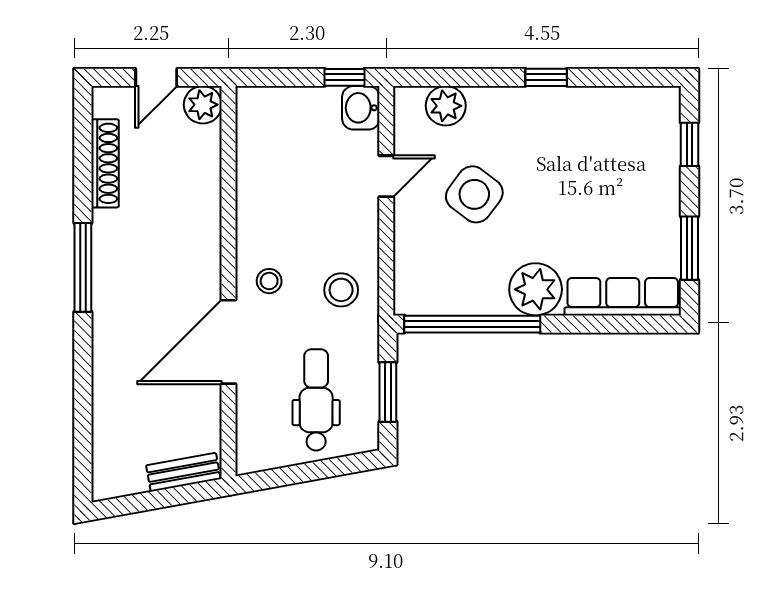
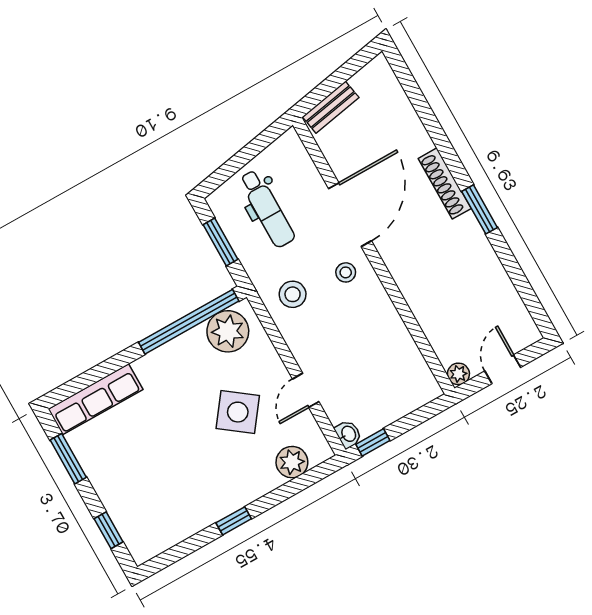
plant: (203, 105) -> (458, 374), width x0.73, depth x0.73
washbasin: (361, 108) -> (348, 434), width x0.72, depth x0.69
shoe rack: (105, 163) -> (445, 183), moved
window: (83, 267) -> (480, 209), width x0.69
plant: (536, 289) -> (228, 331), moved

